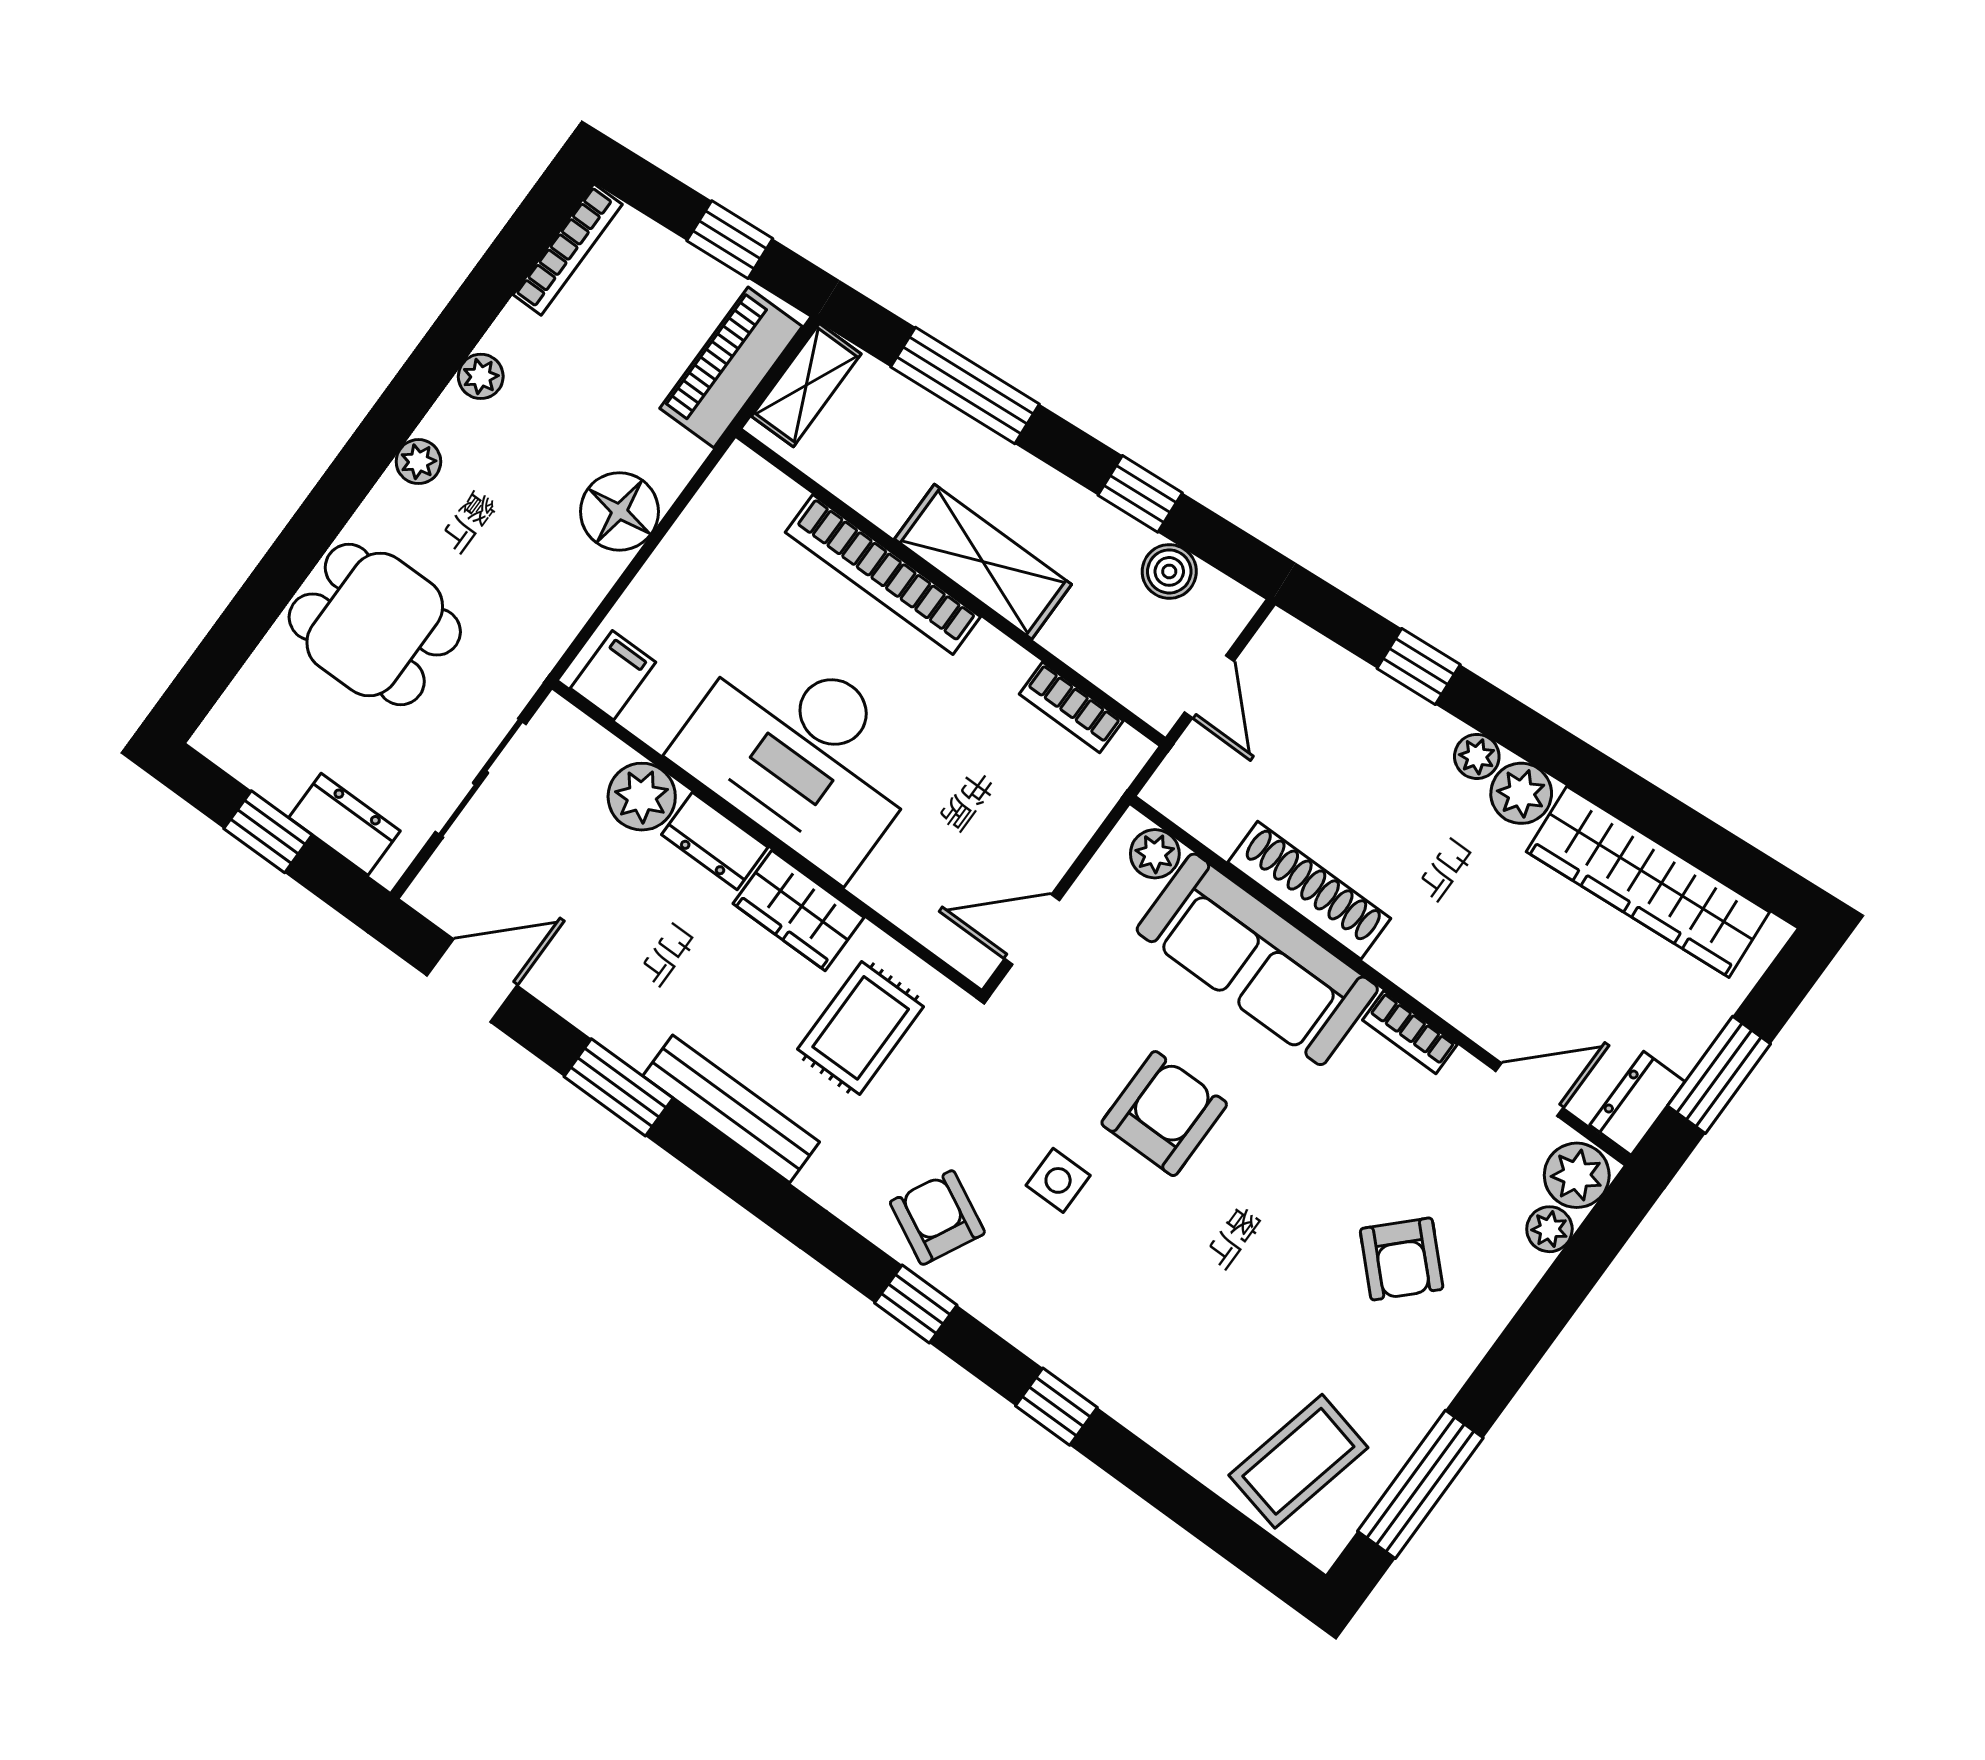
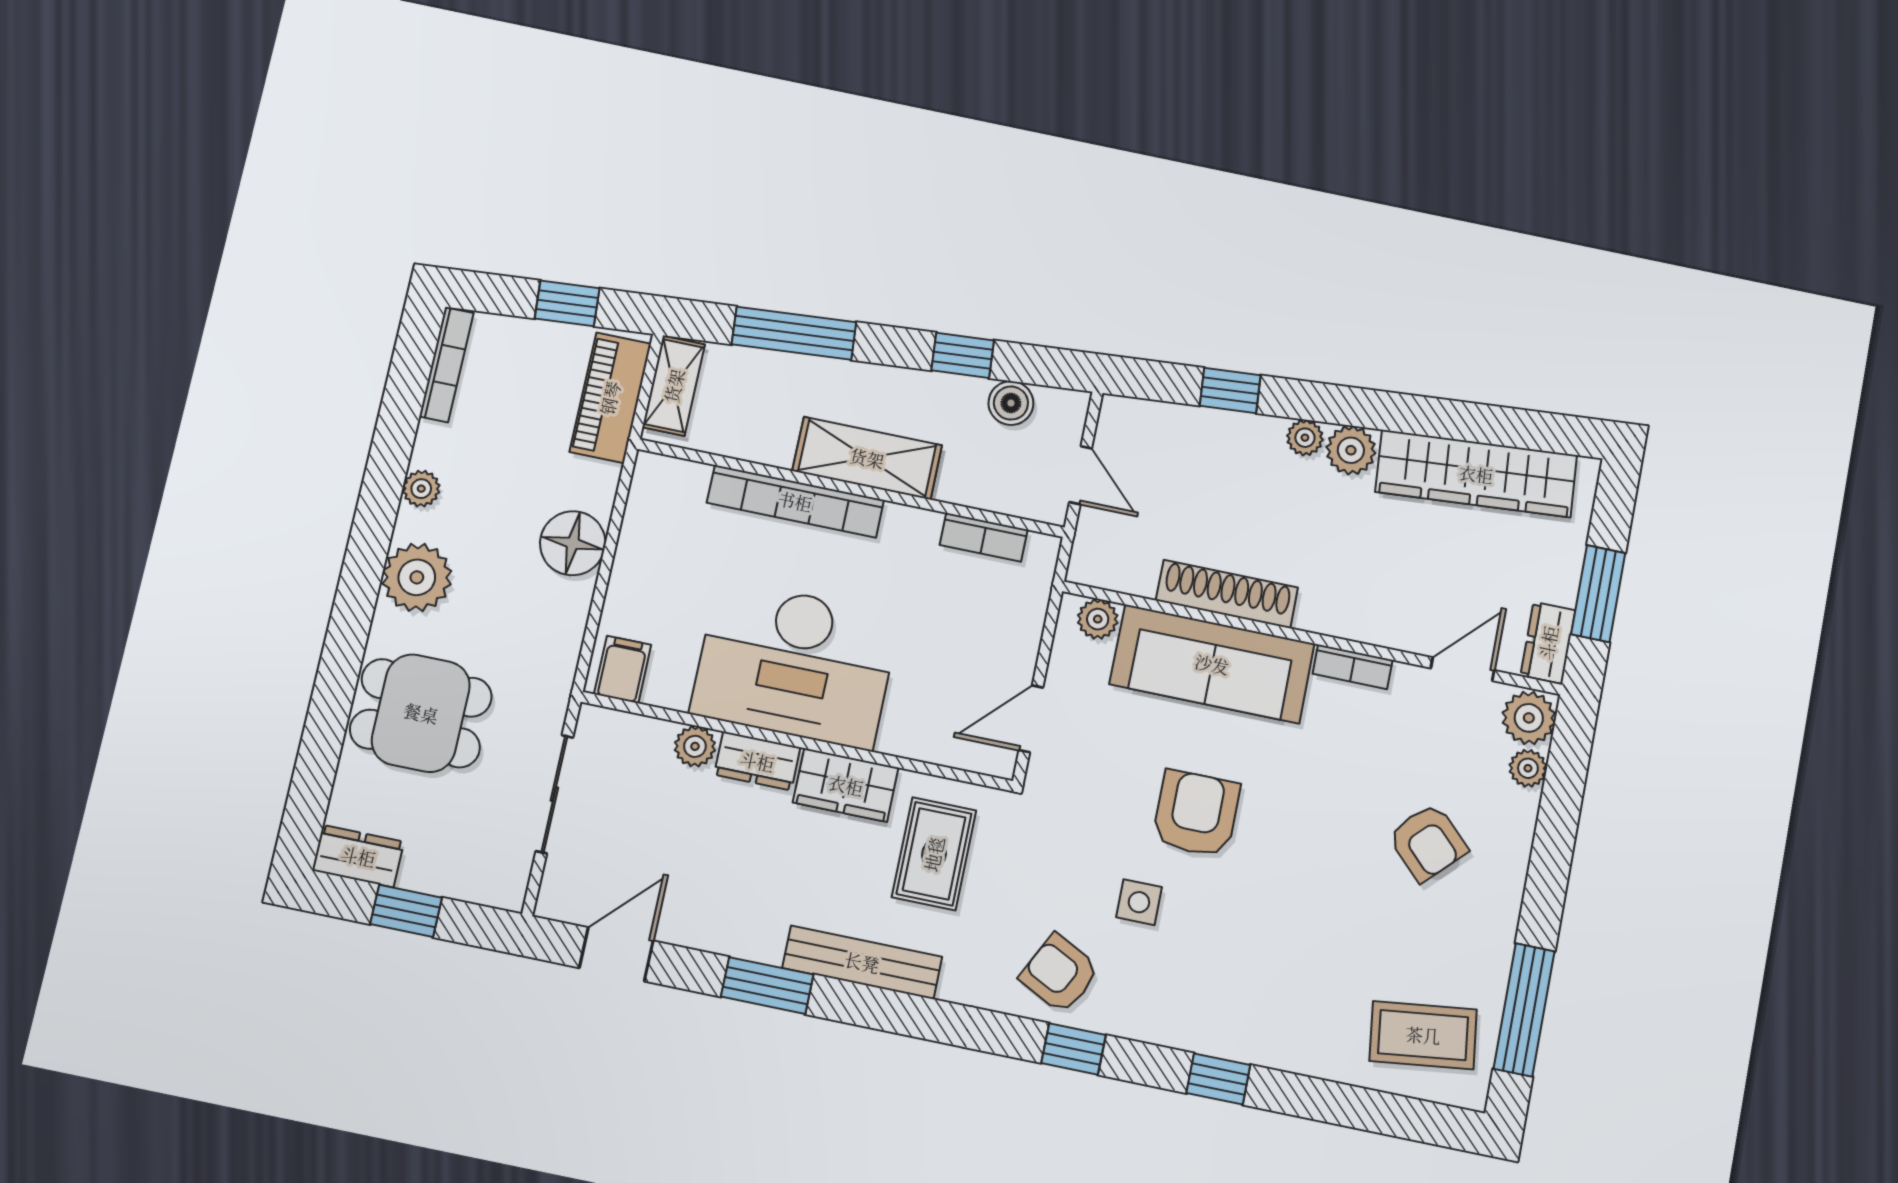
plant: (418, 462) -> (417, 577), width x1.88, depth x1.88
plant: (642, 797) -> (695, 746), width x0.73, depth x0.73
dresser: (344, 824) -> (358, 856), moved
coffee table: (1298, 1461) -> (1423, 1035), turned 70

